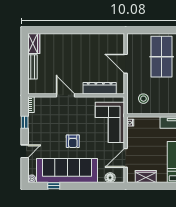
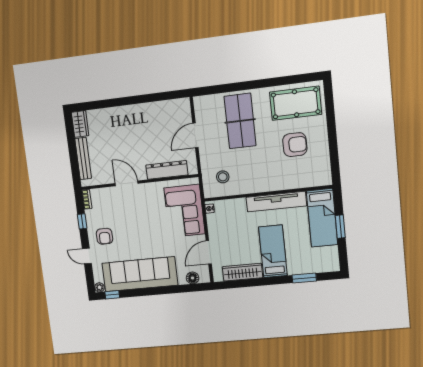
door: (126, 64) -> (195, 135), hinge flipped
bench: (32, 67) -> (83, 158), width x1.36
armchair: (73, 141) -> (104, 236), moved
door: (25, 151) -> (87, 256), swing flipped
wardrobe: (146, 177) -> (243, 272), width x1.50
window: (54, 186) -> (112, 295), moved

